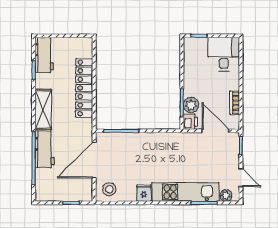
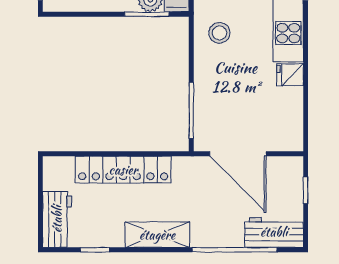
workbench: (44, 55) -> (57, 219), moved, turned 90
workbench: (45, 149) -> (274, 232), moved
stool: (109, 189) -> (219, 33), moved

